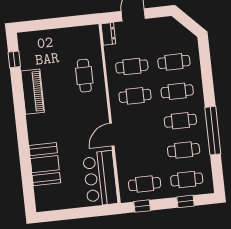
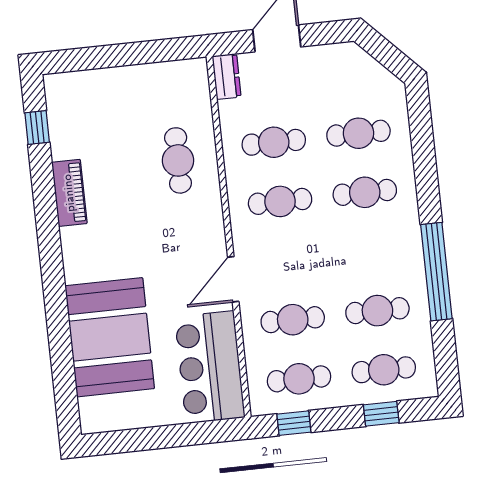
piano: (33, 92) -> (69, 193), width x0.73, depth x0.75
cafe table: (180, 121) -> (293, 320), moved
booth: (45, 164) -> (110, 337), width x1.36, depth x1.42

